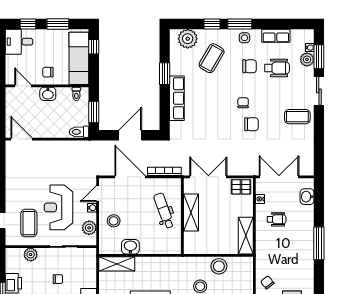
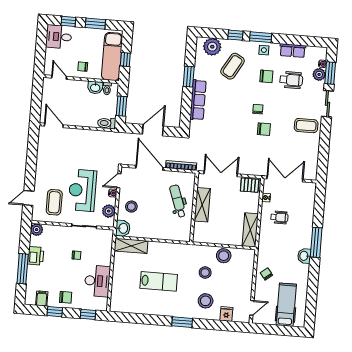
window: (94, 47) -> (125, 59), moved
washbasin: (48, 94) -> (95, 87), moved
washbasin: (307, 197) -> (304, 256), moved
washbasin: (130, 247) -> (123, 228), moved, turned 90
plant: (31, 255) -> (37, 230), moved

